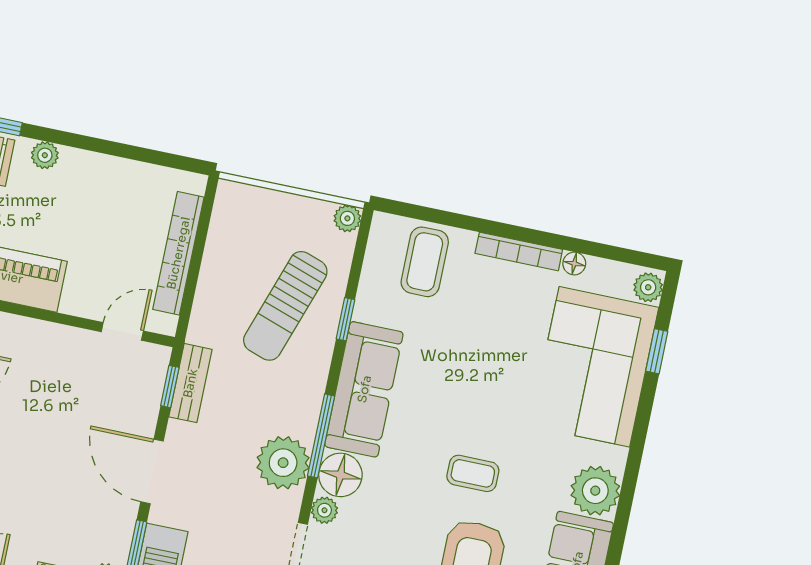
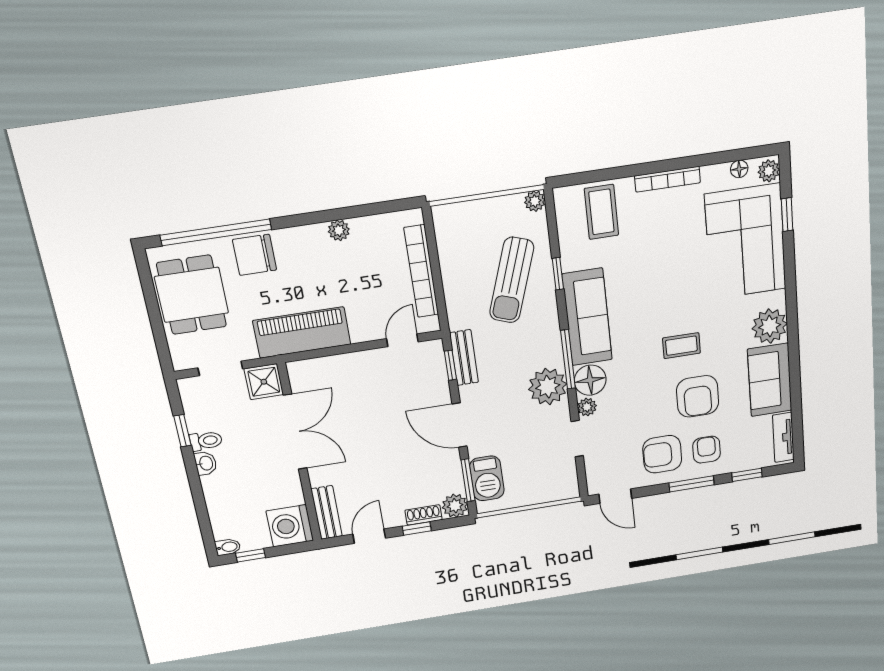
plant: (45, 155) -> (339, 230), moved
floor lamp: (574, 264) -> (739, 169), moved

